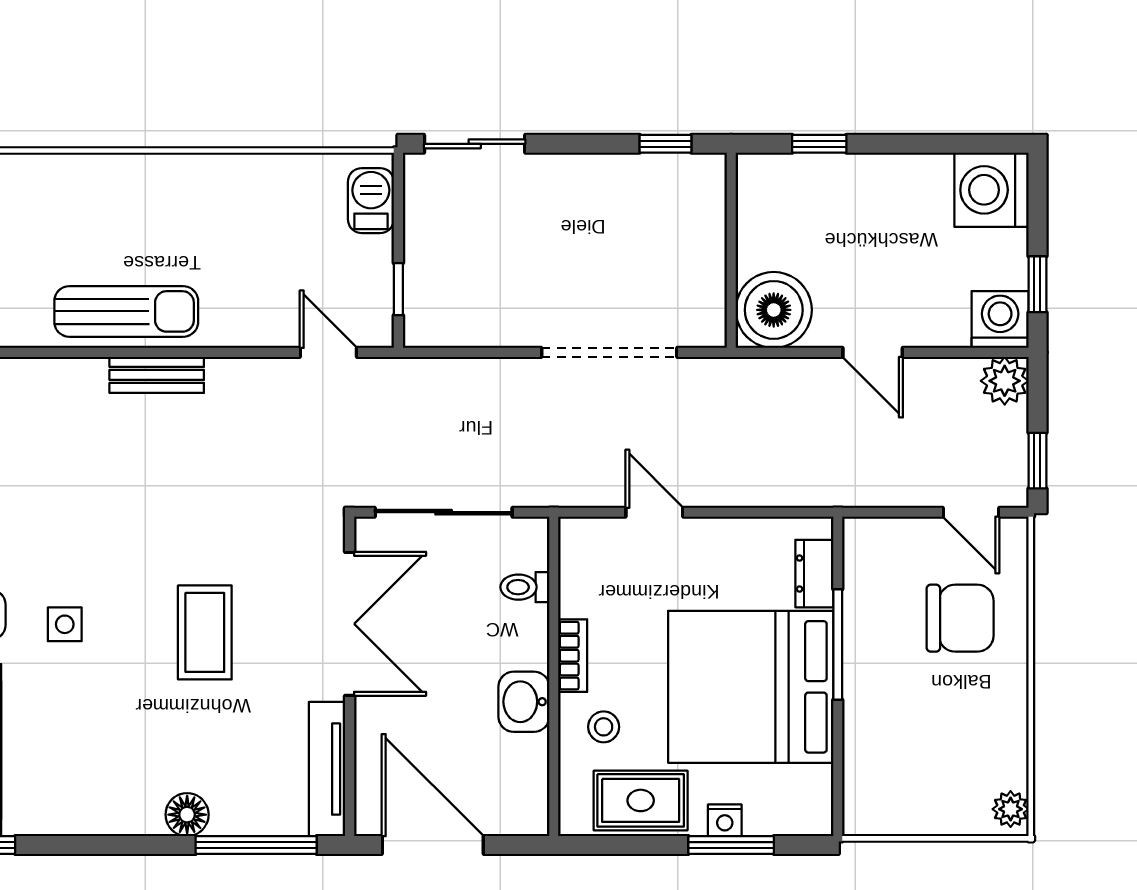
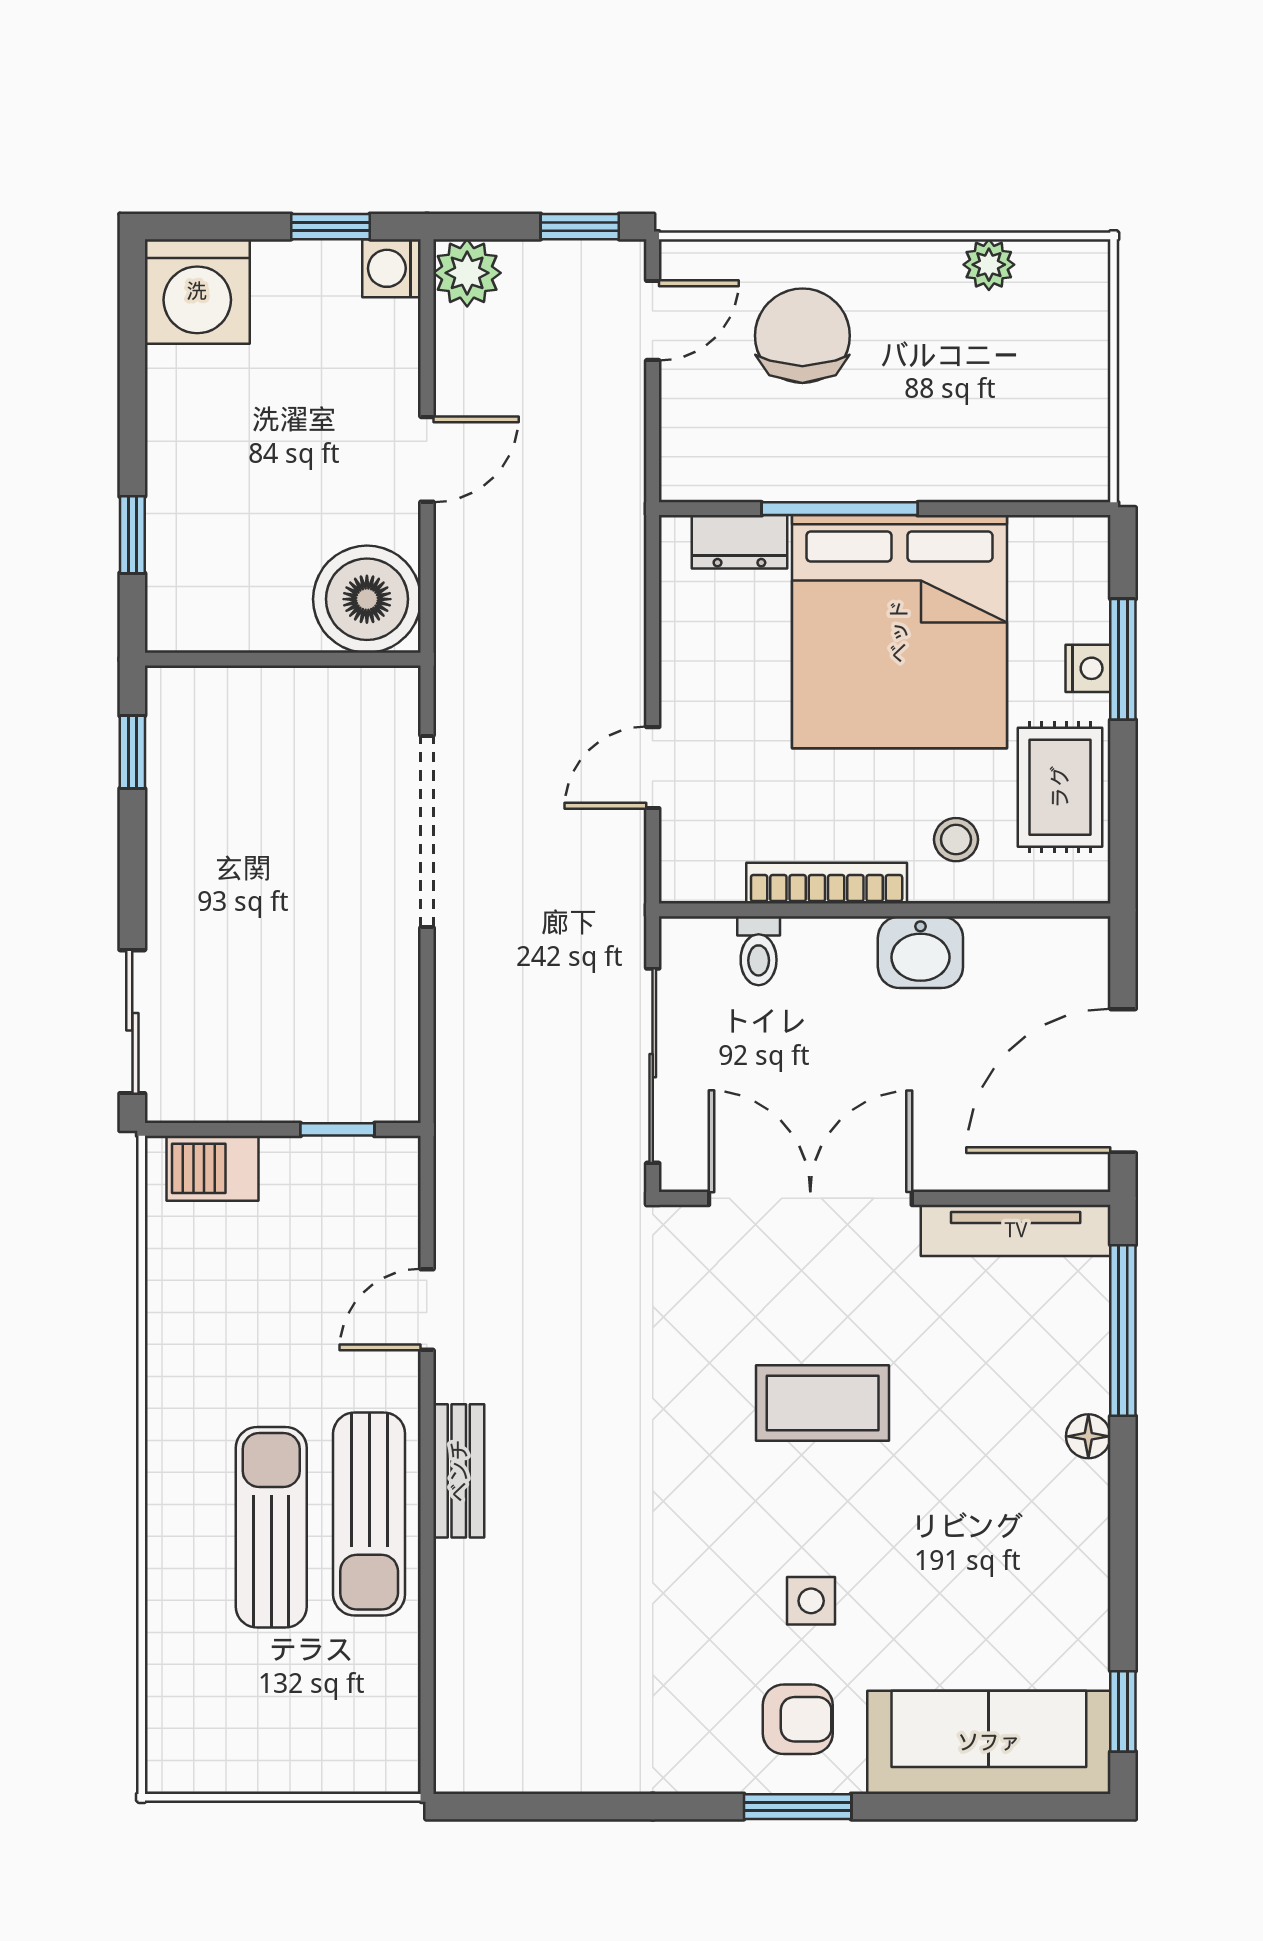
sun lounger: (117, 242) -> (271, 1527), added
sun lounger: (126, 311) -> (369, 1514), turned 180
washing machine: (1000, 320) -> (392, 268), width x0.73, depth x0.73
door: (328, 352) -> (427, 1310), moved
bookcase: (573, 656) -> (827, 883), width x1.56
plant: (1011, 809) -> (989, 265), moved
floor lamp: (187, 815) -> (1088, 1436), width x0.73, depth x0.73

